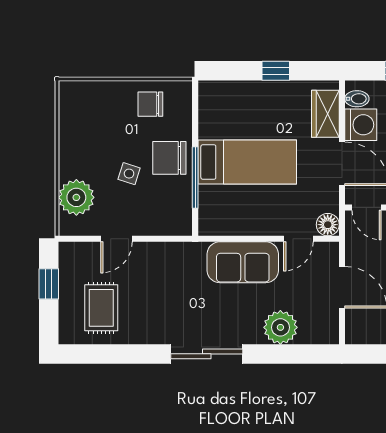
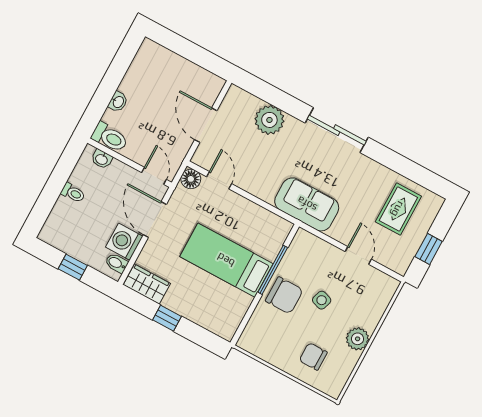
chair: (150, 104) -> (313, 356), moved, turned 180
wardrobe: (325, 114) -> (147, 284), moved, turned -90
plant: (76, 197) -> (358, 339), moved, width x0.73, depth x0.73
door: (116, 239) -> (358, 255), hinge flipped
door: (298, 239) -> (219, 180), hinge flipped
sofa: (243, 262) -> (307, 204), moved

